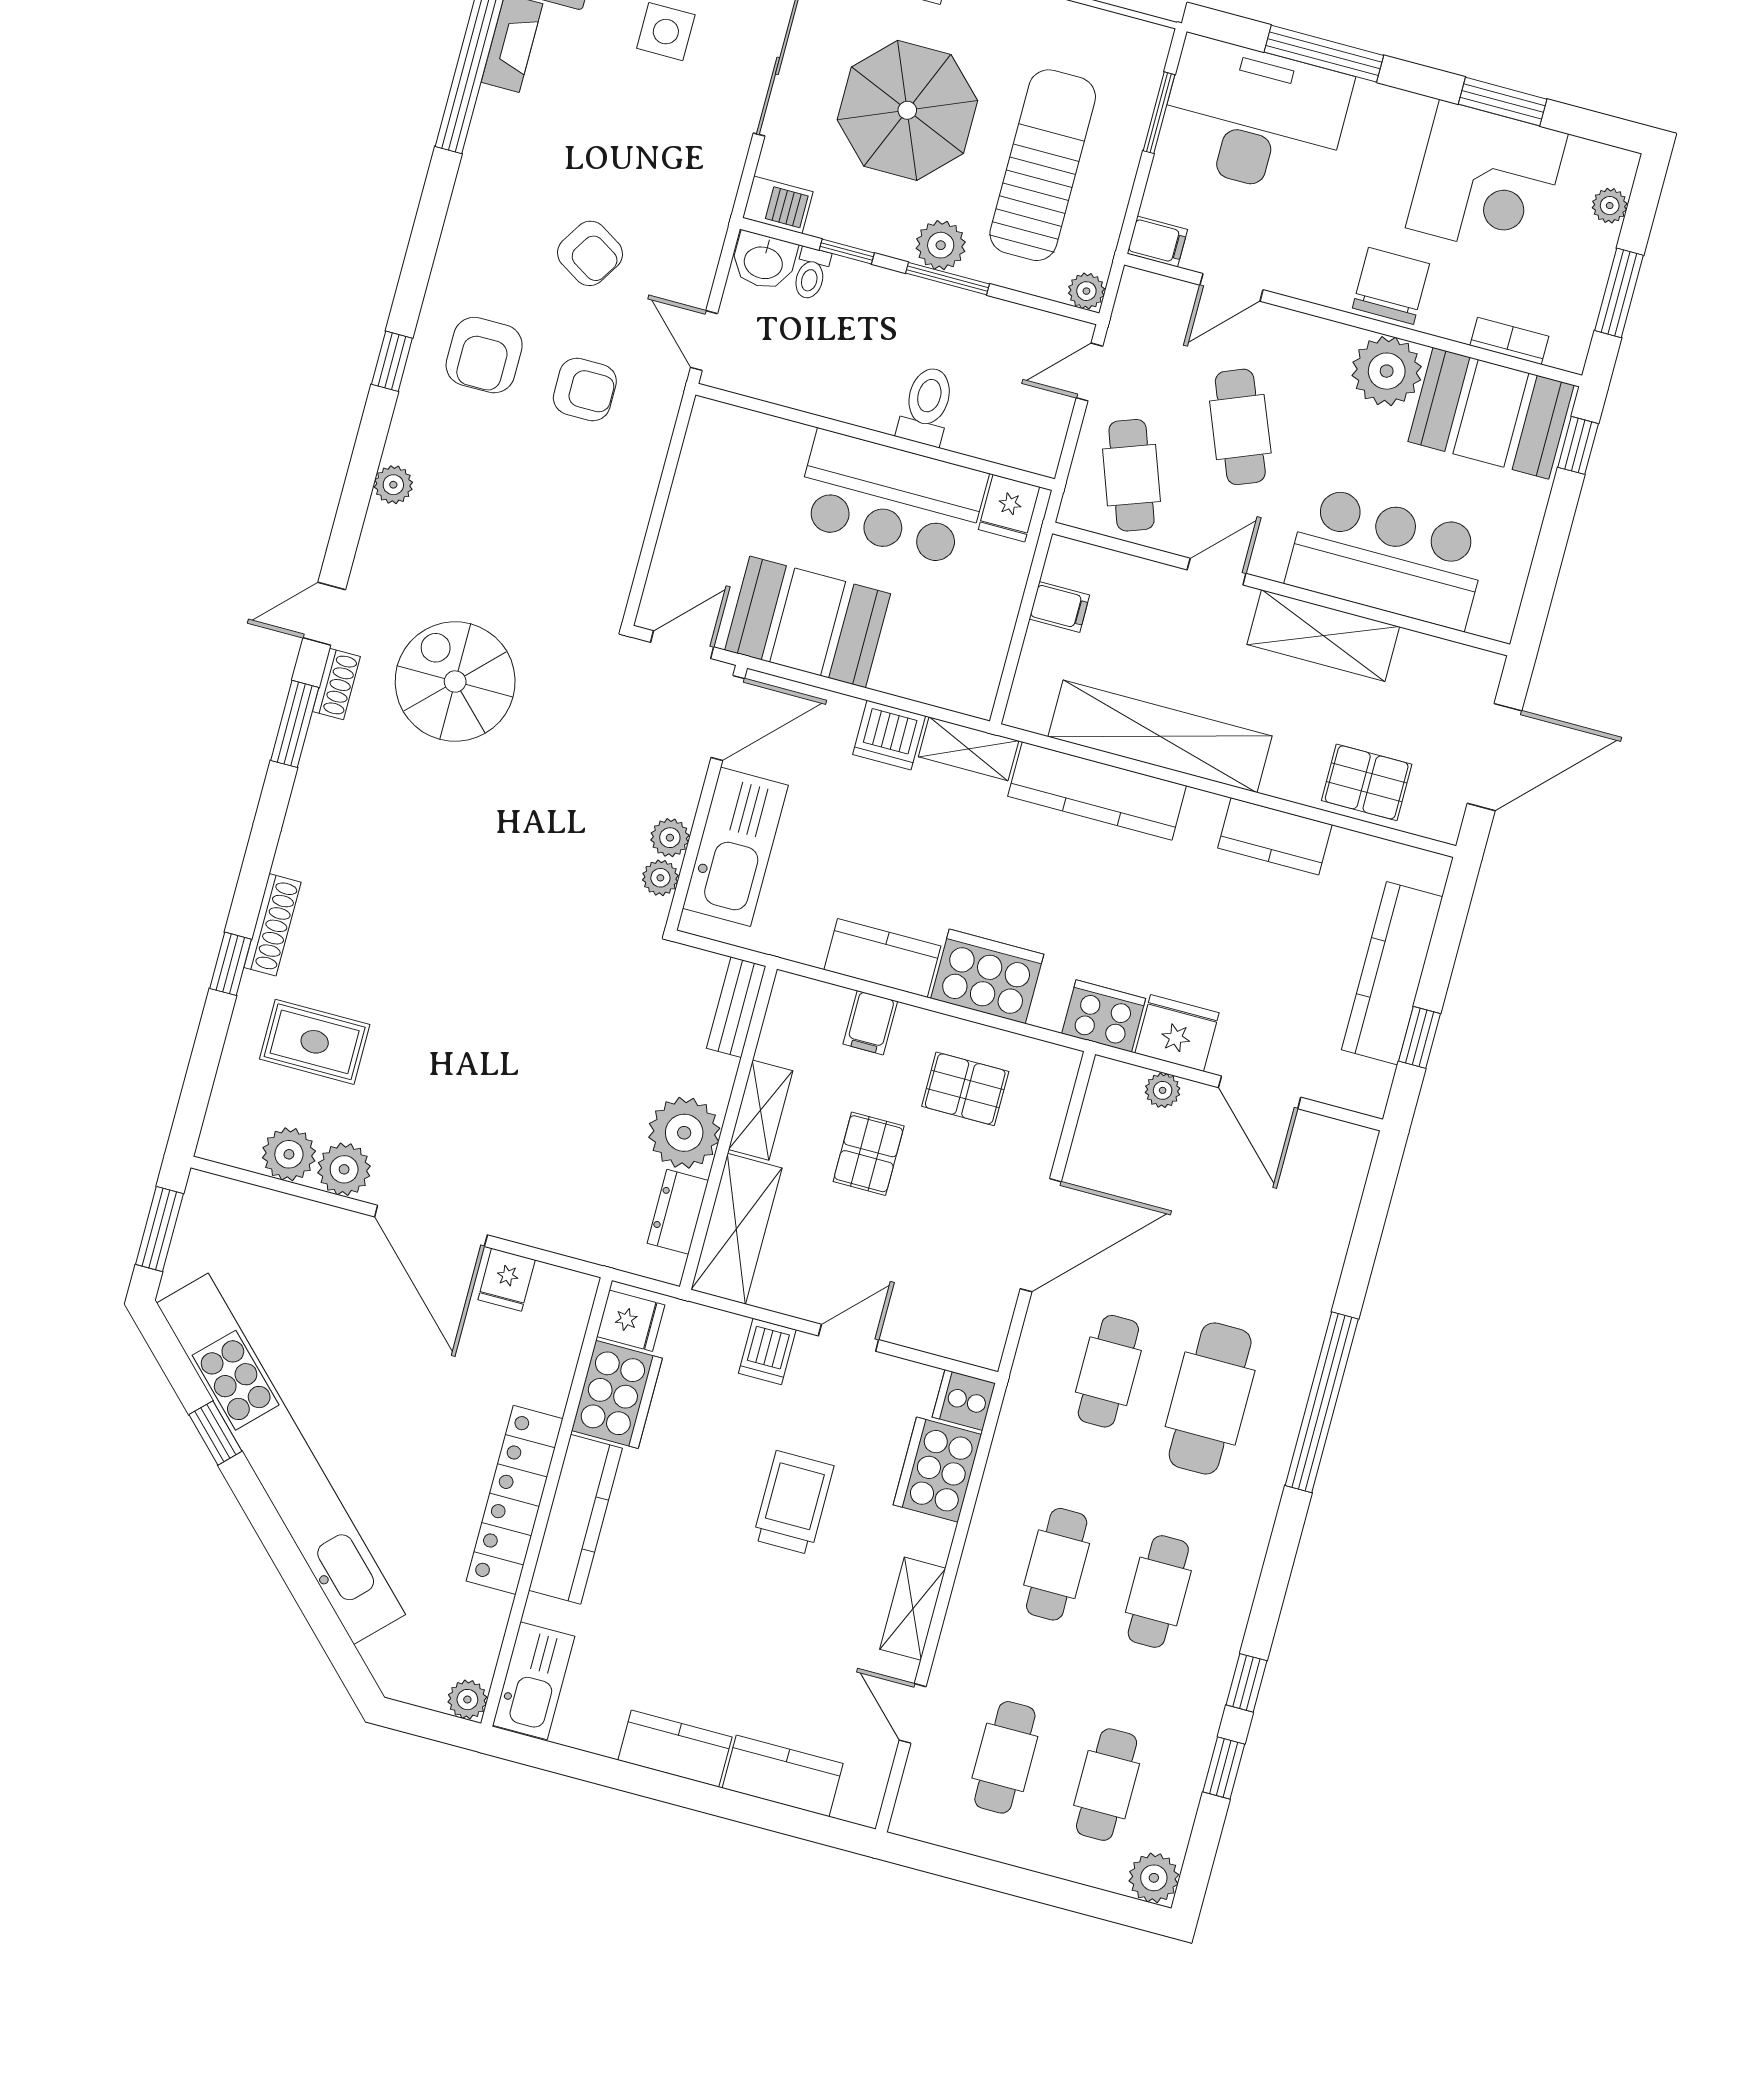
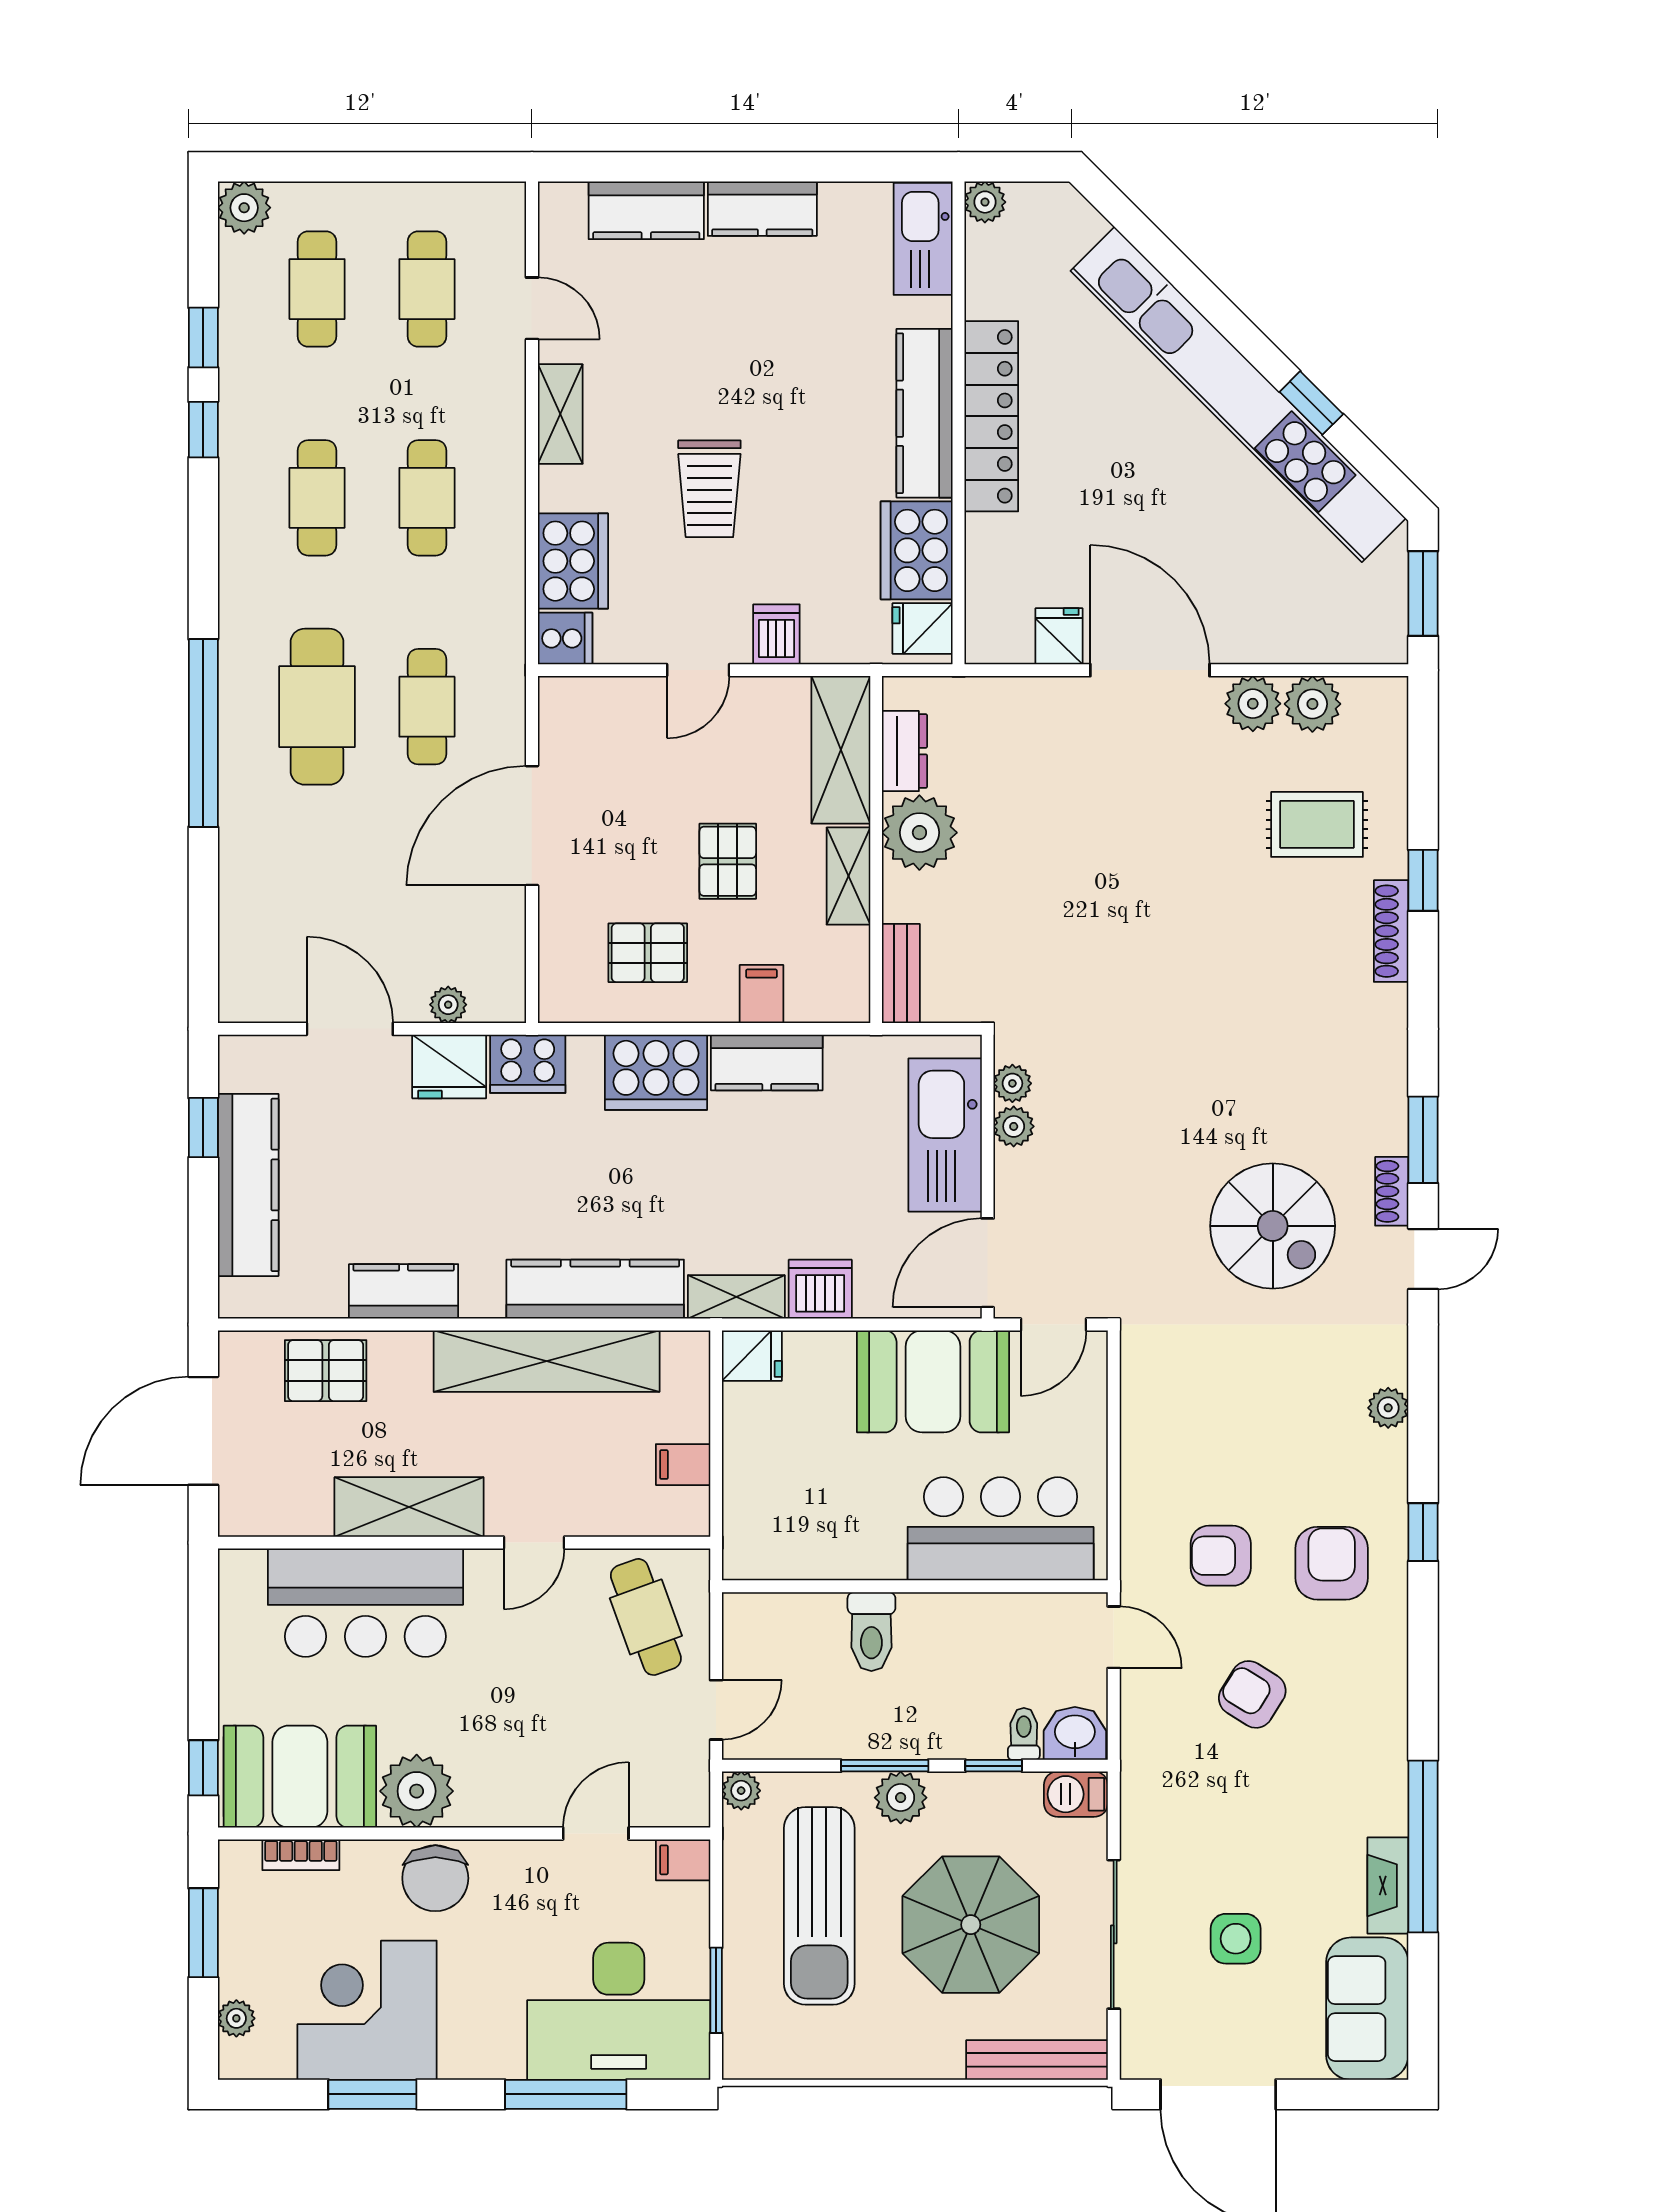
cafe table: (1240, 427) -> (549, 1695), removed
bar counter: (891, 498) -> (1001, 1529), moved
fridge: (1009, 508) -> (752, 1356), moved, turned 90

